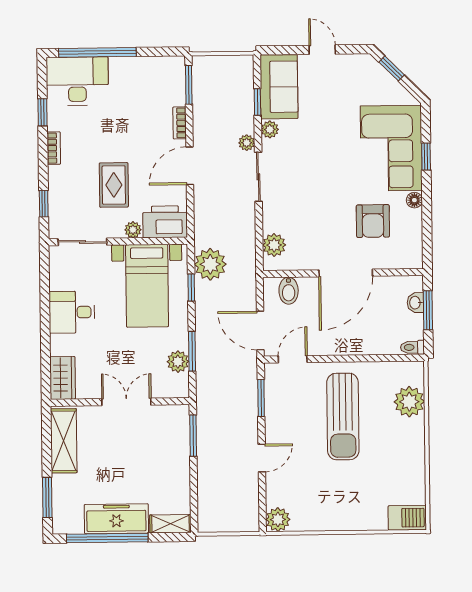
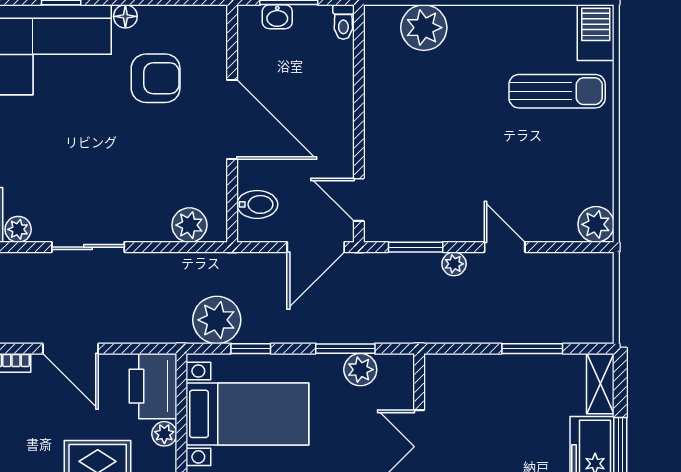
plant: (247, 143) -> (454, 264), moved
sun lounger: (343, 416) -> (557, 91), moved, width x0.73, depth x0.75
window: (193, 436) -> (532, 349), moved

